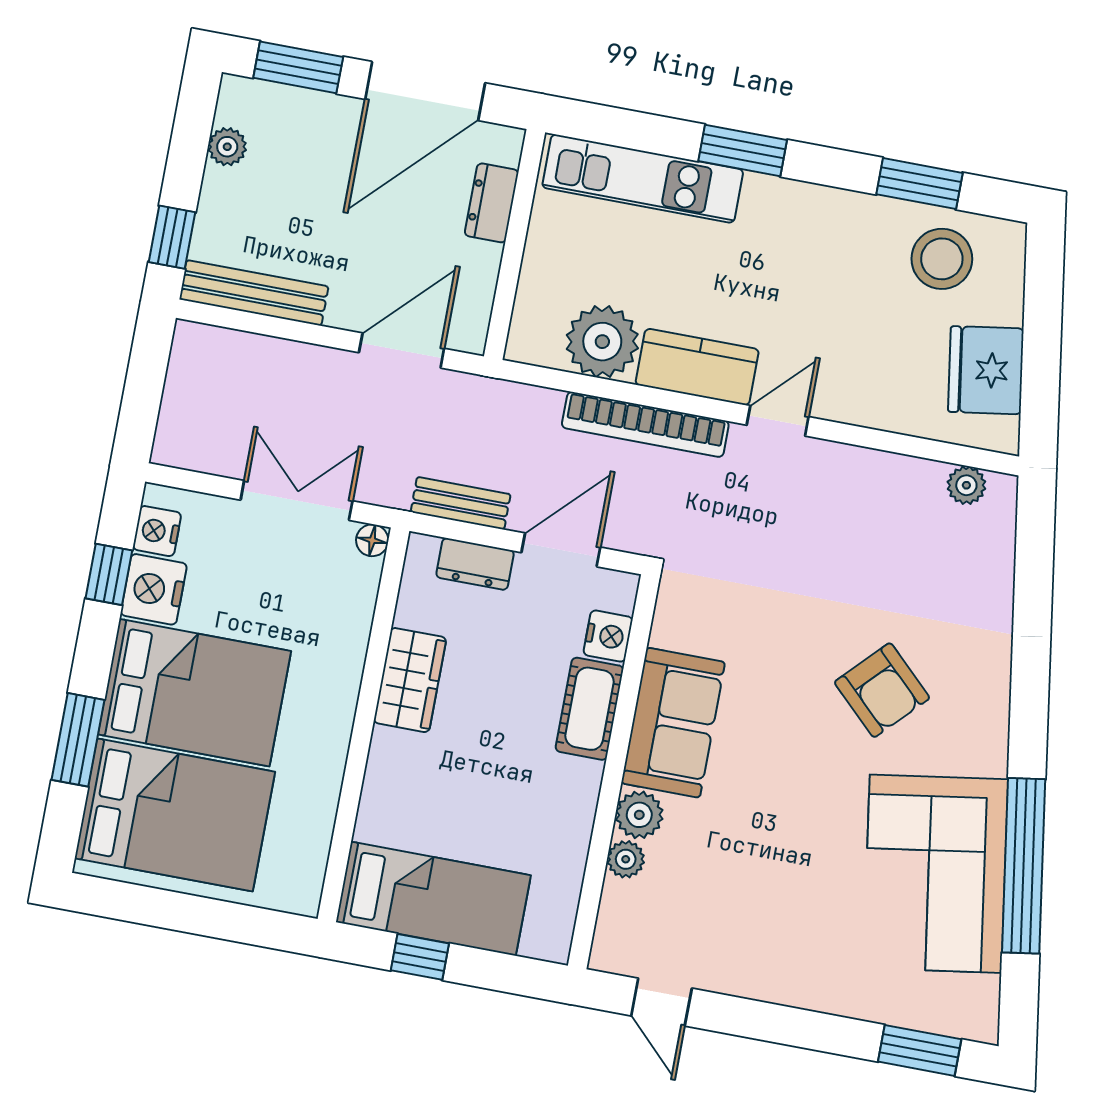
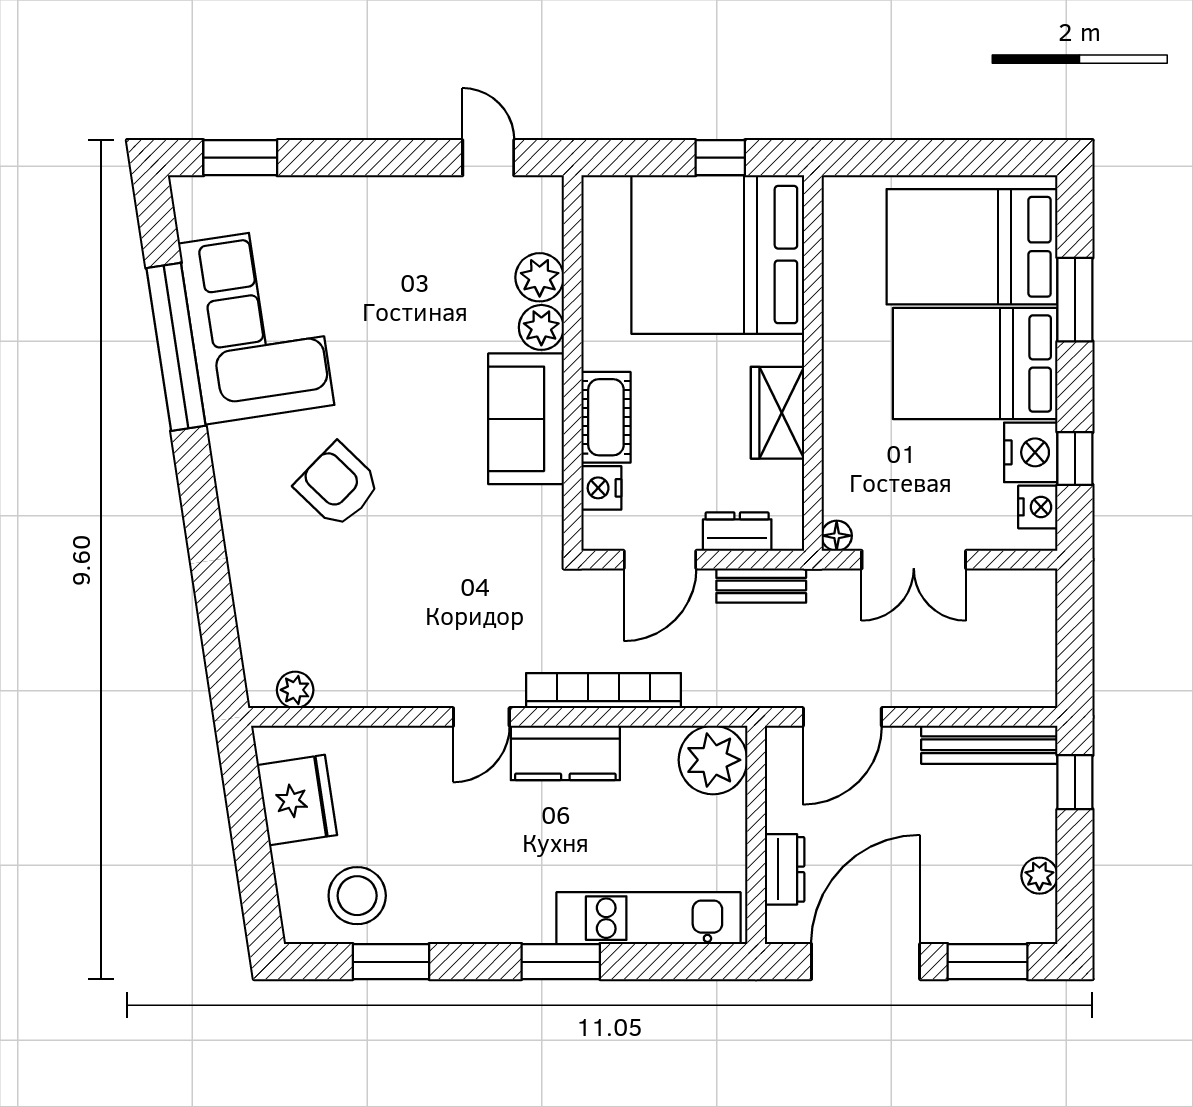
plant: (602, 342) -> (713, 760), moved
plant: (626, 859) -> (540, 277), width x1.38, depth x1.38
bed: (433, 899) -> (718, 255), width x2.04

